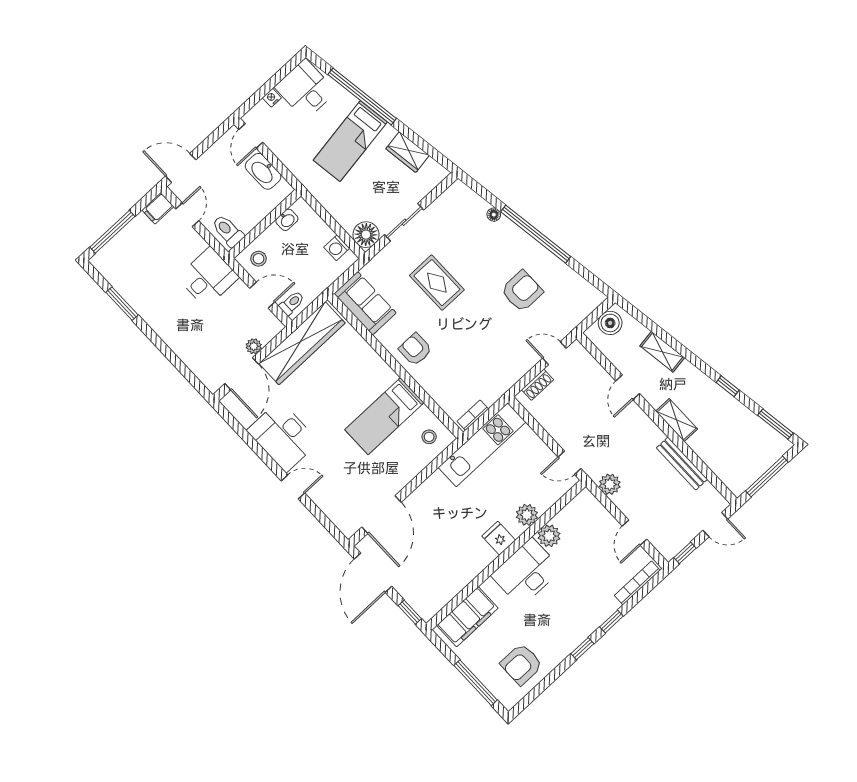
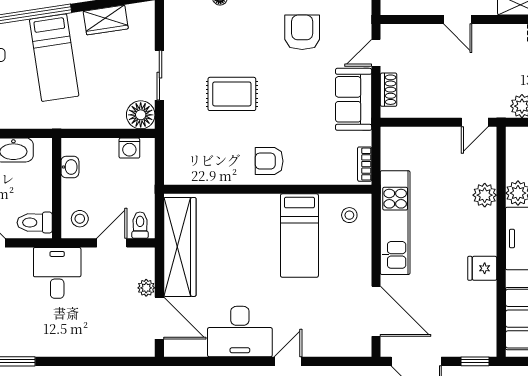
sofa: (365, 303) -> (354, 99), moved, turned -90
kitchen unit: (482, 445) -> (395, 223), moved
fridge: (499, 538) -> (482, 268), moved

